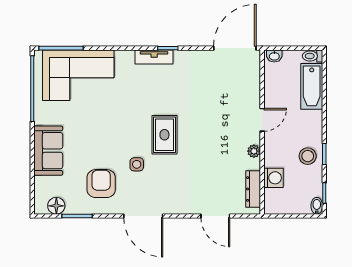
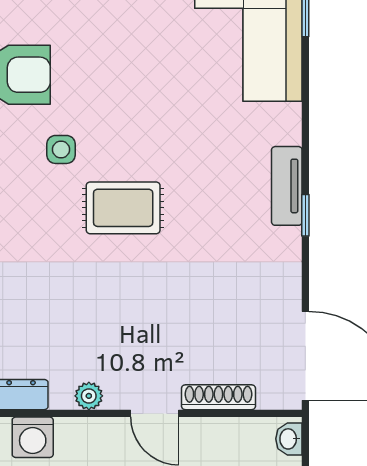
shoe rack: (255, 89) -> (218, 397), added

